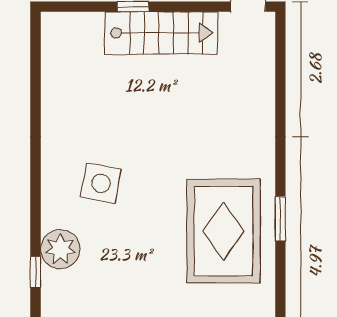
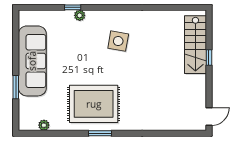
stairs: (161, 33) -> (195, 45), moved
plant: (60, 249) -> (80, 15), width x0.53, depth x0.53

